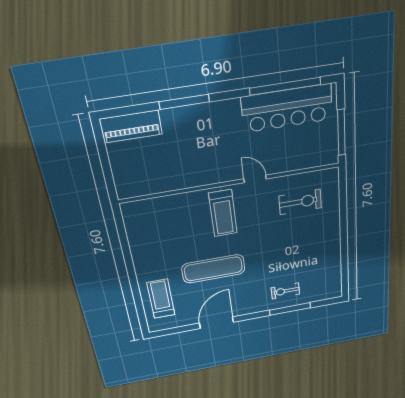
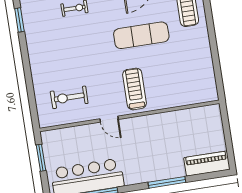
window: (341, 132) -> (41, 158), width x0.69
window: (345, 277) -> (19, 20), added

